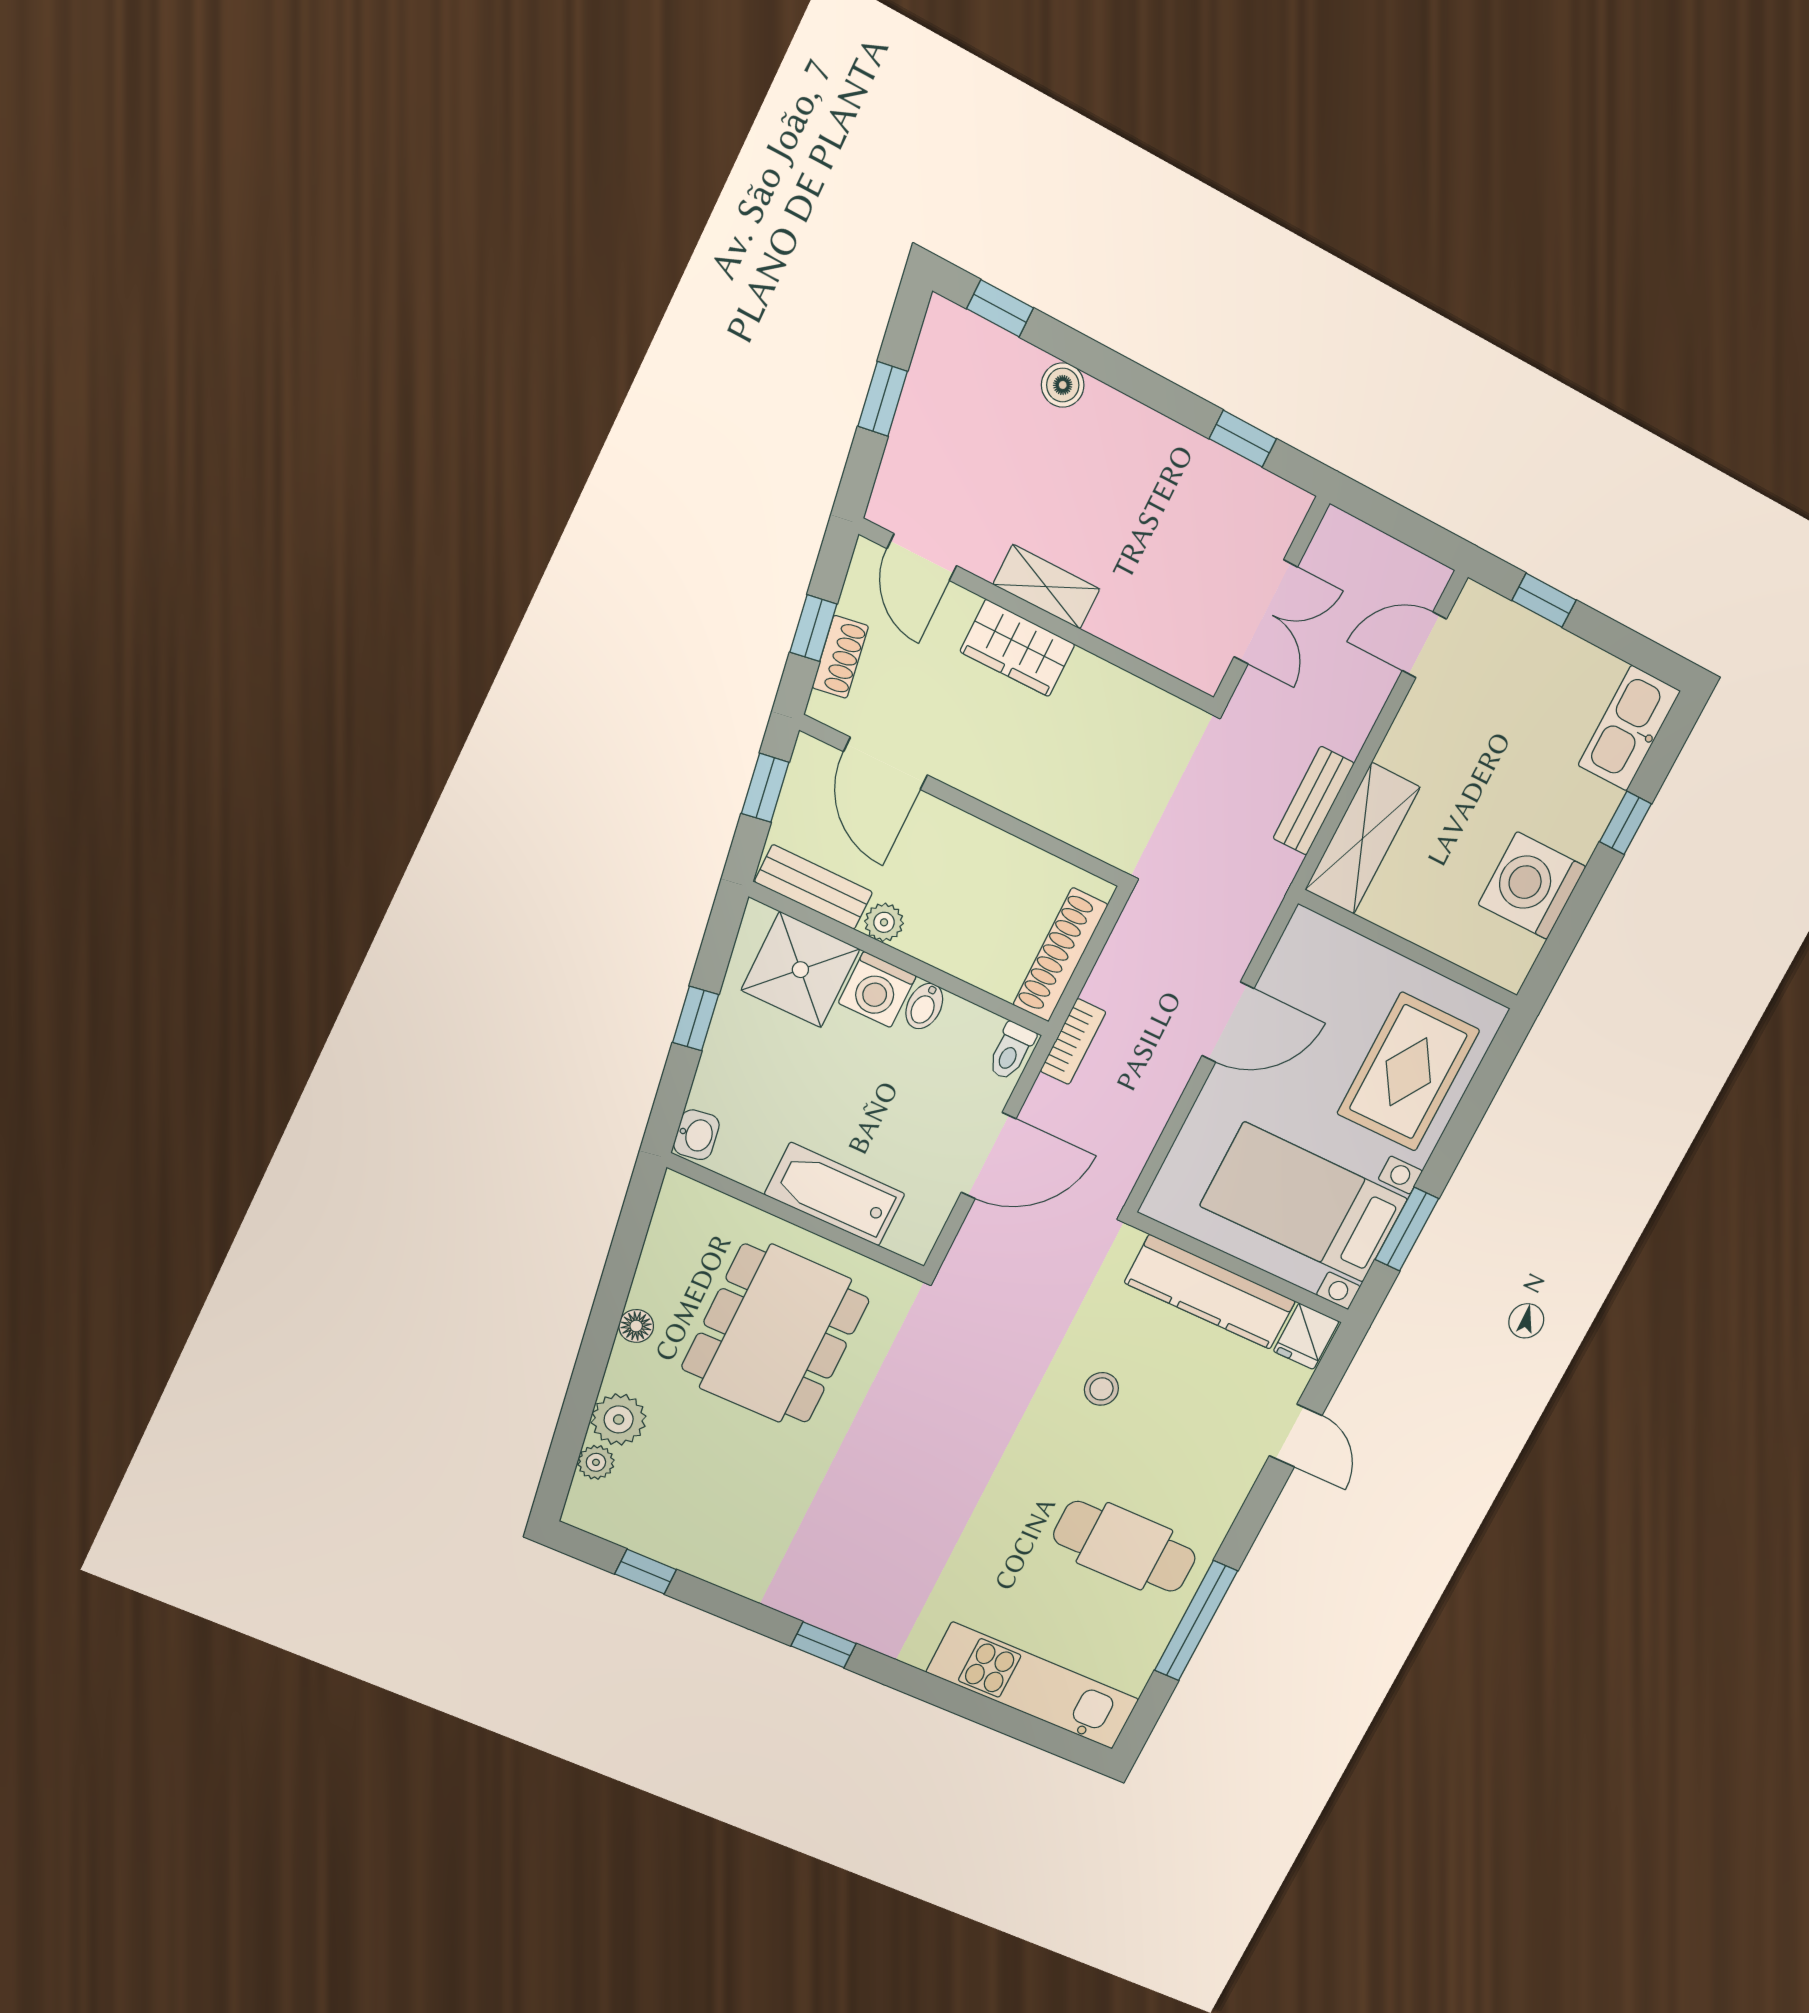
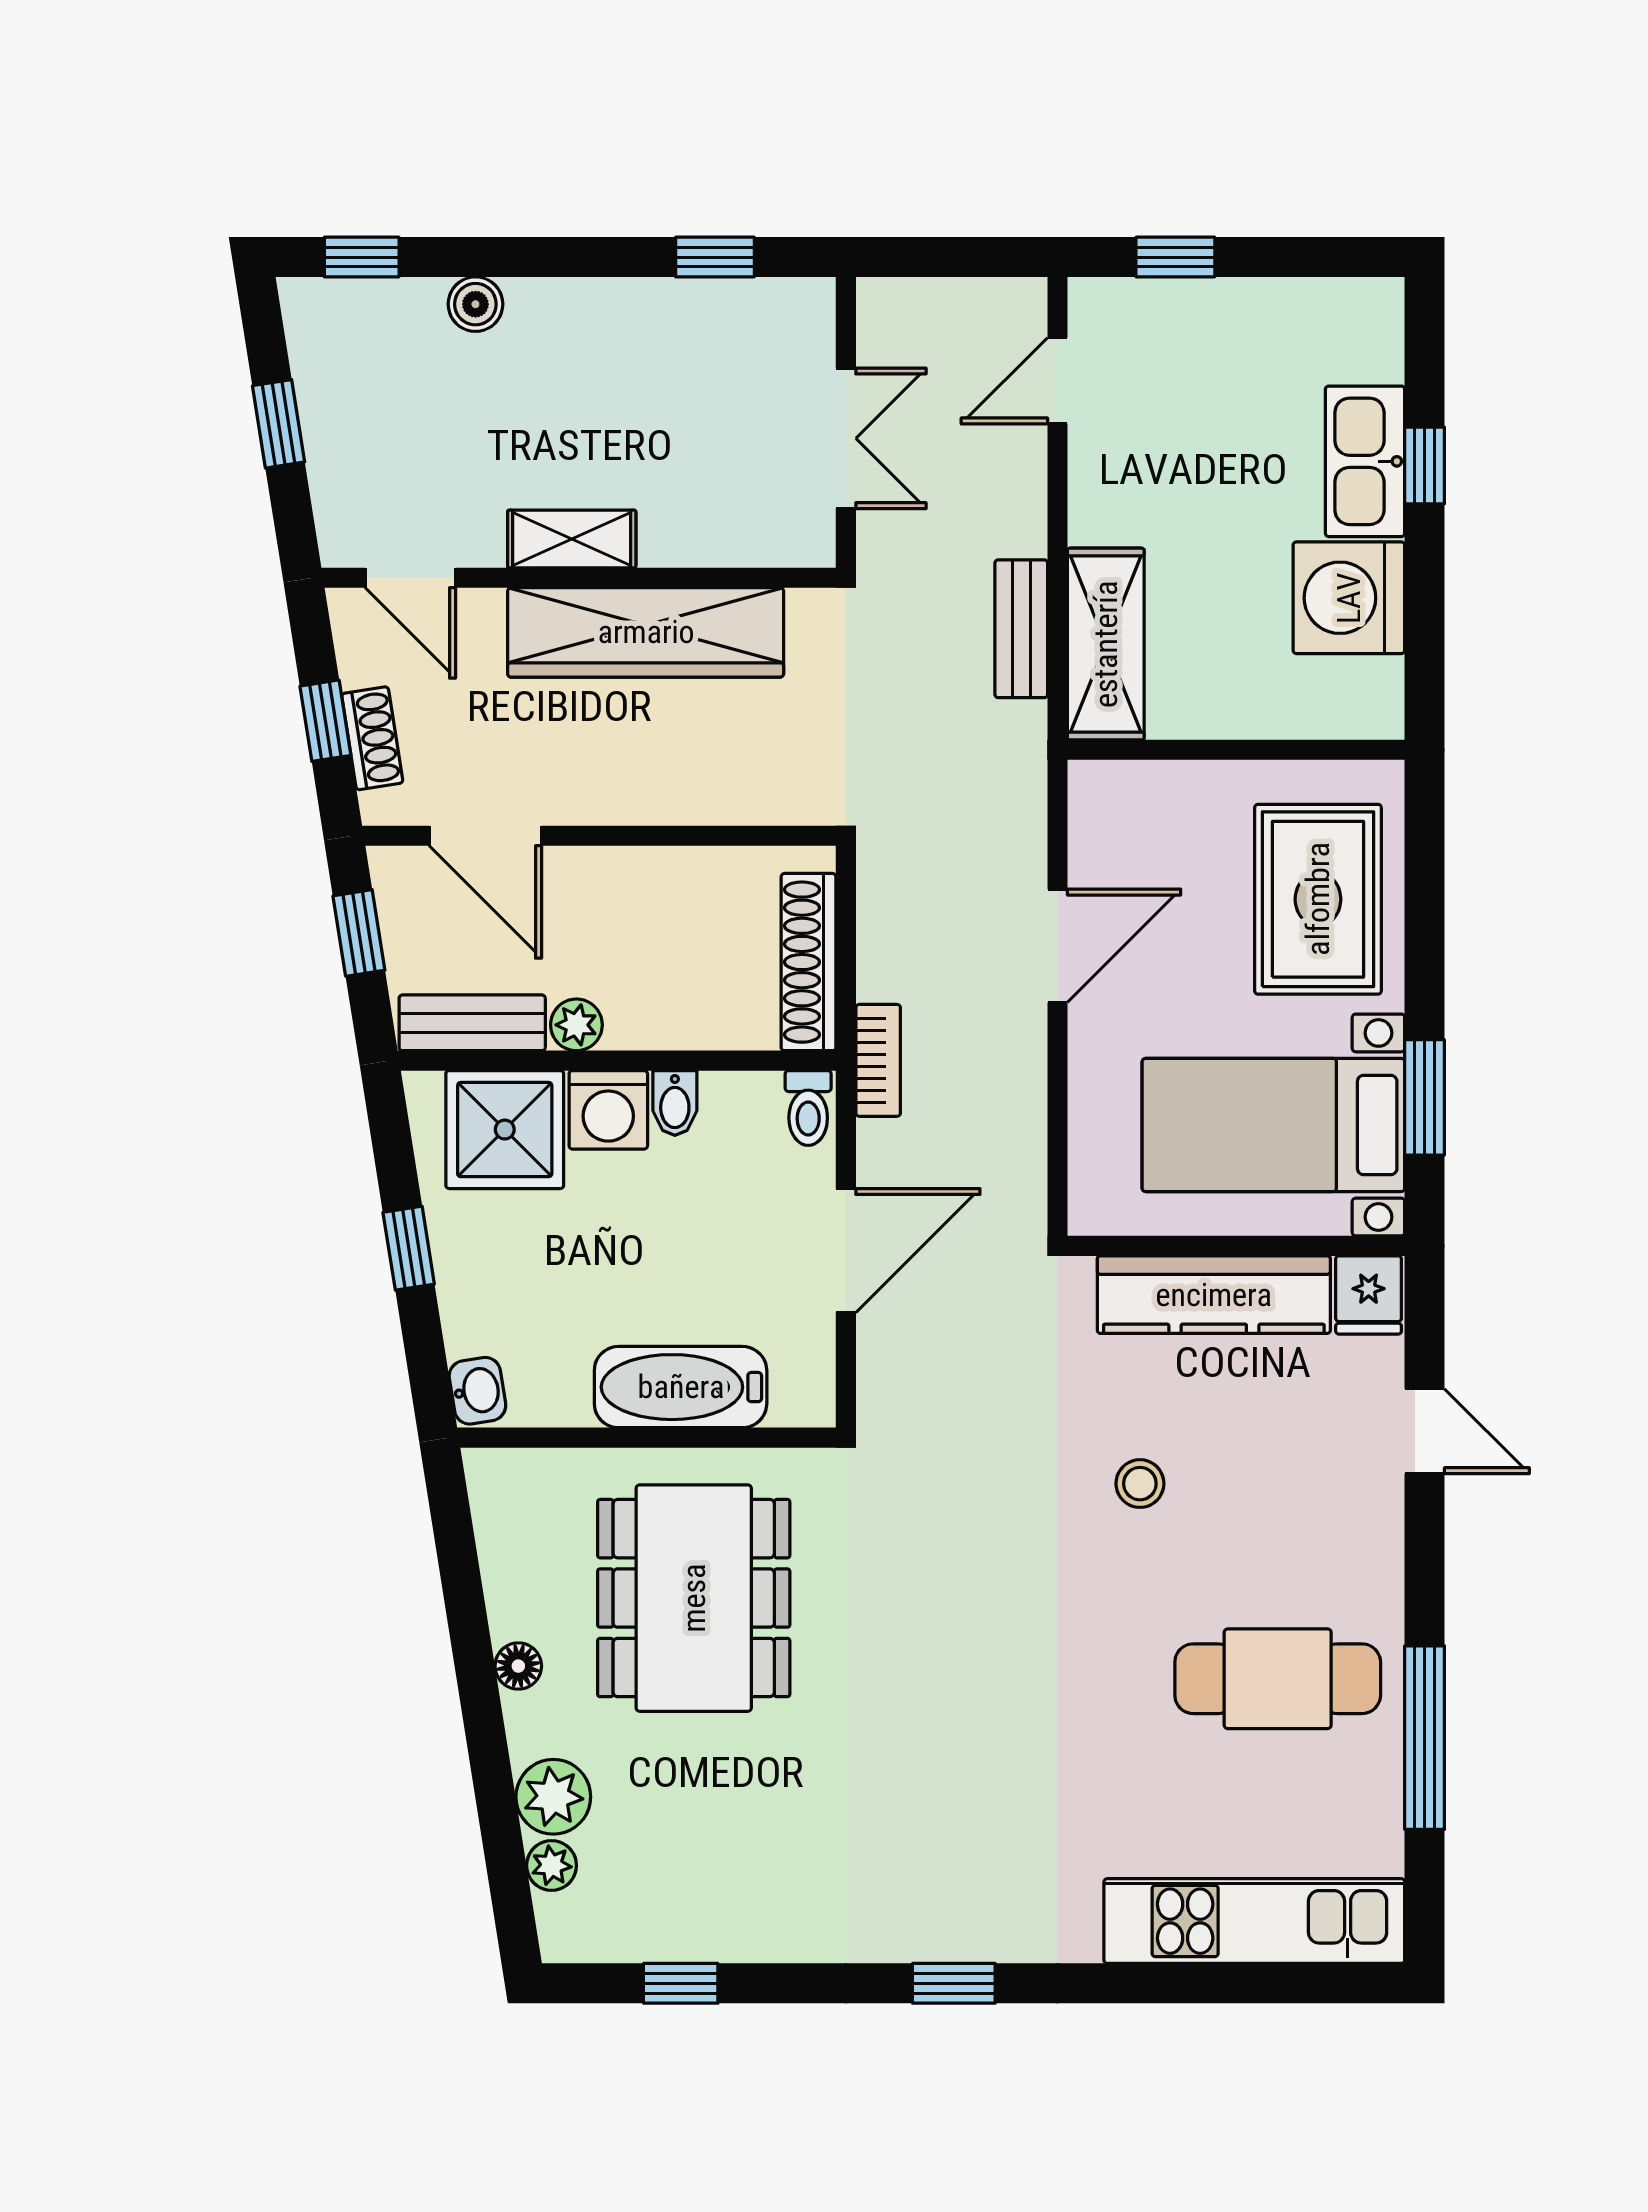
wardrobe: (1017, 648) -> (646, 632), width x2.10, depth x1.17
kitchen sink: (1629, 728) -> (1365, 461), moved

